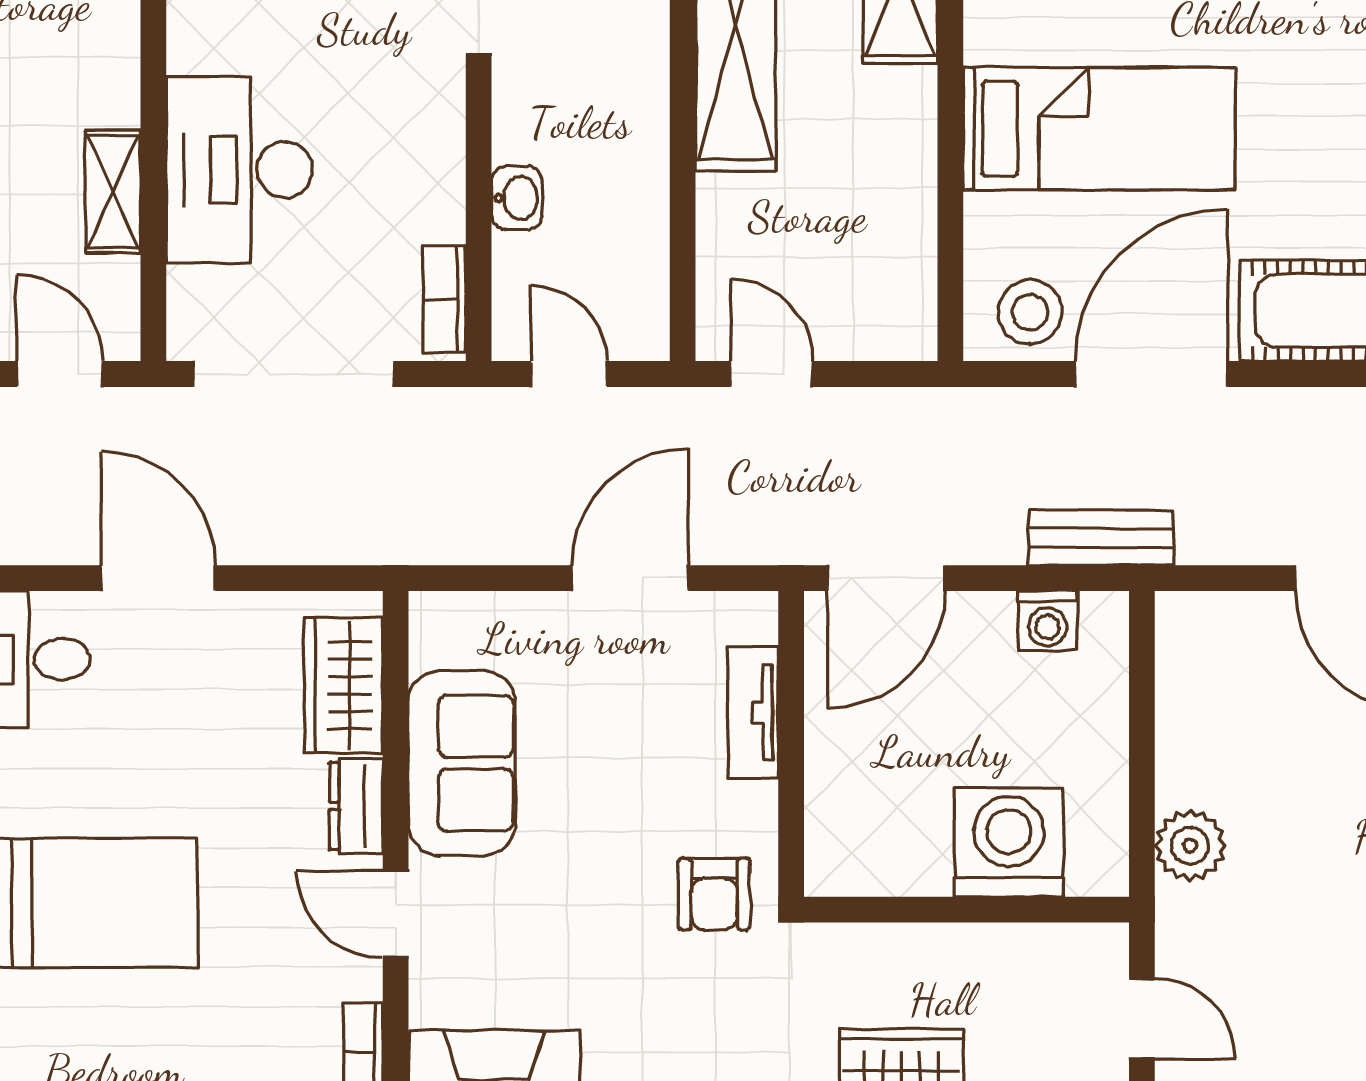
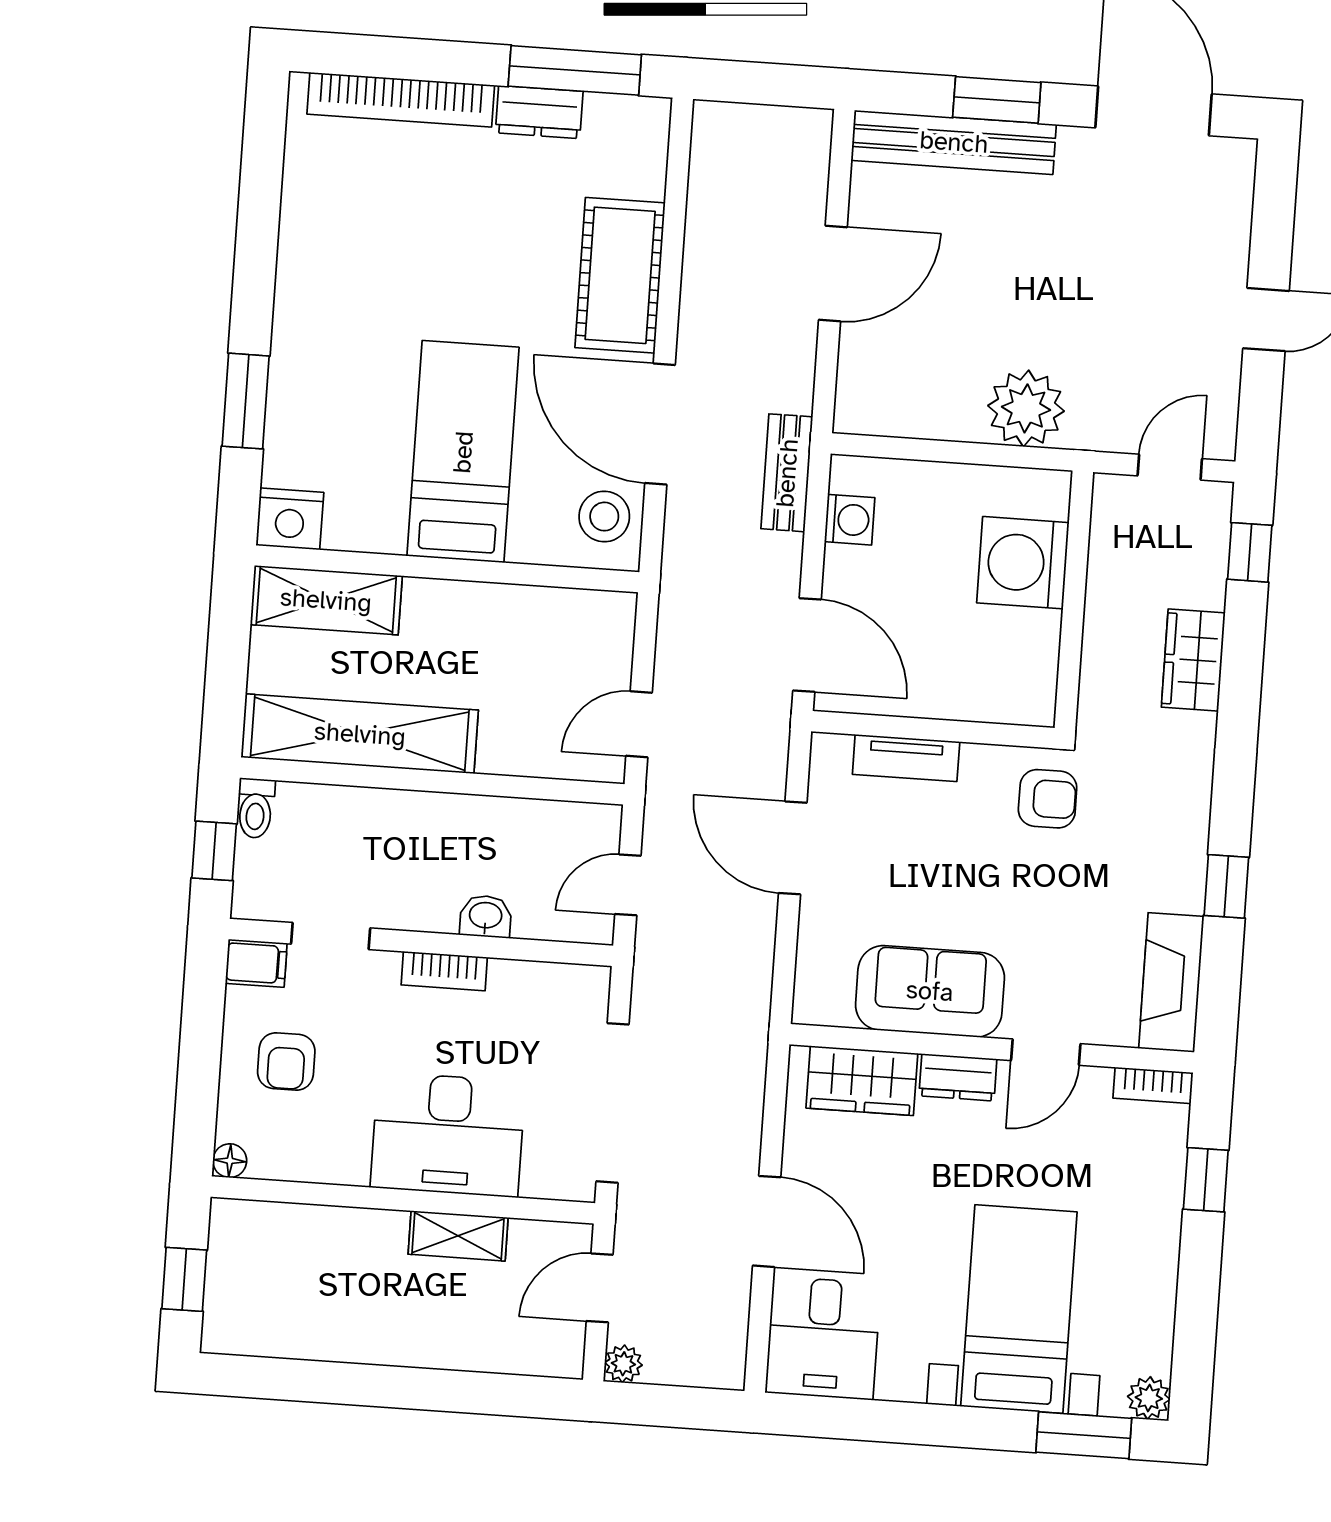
bookcase: (445, 300) -> (444, 971), moved
door: (158, 578) -> (767, 1221), swing flipped
plant: (1190, 846) -> (1026, 408), width x1.36, depth x1.36

